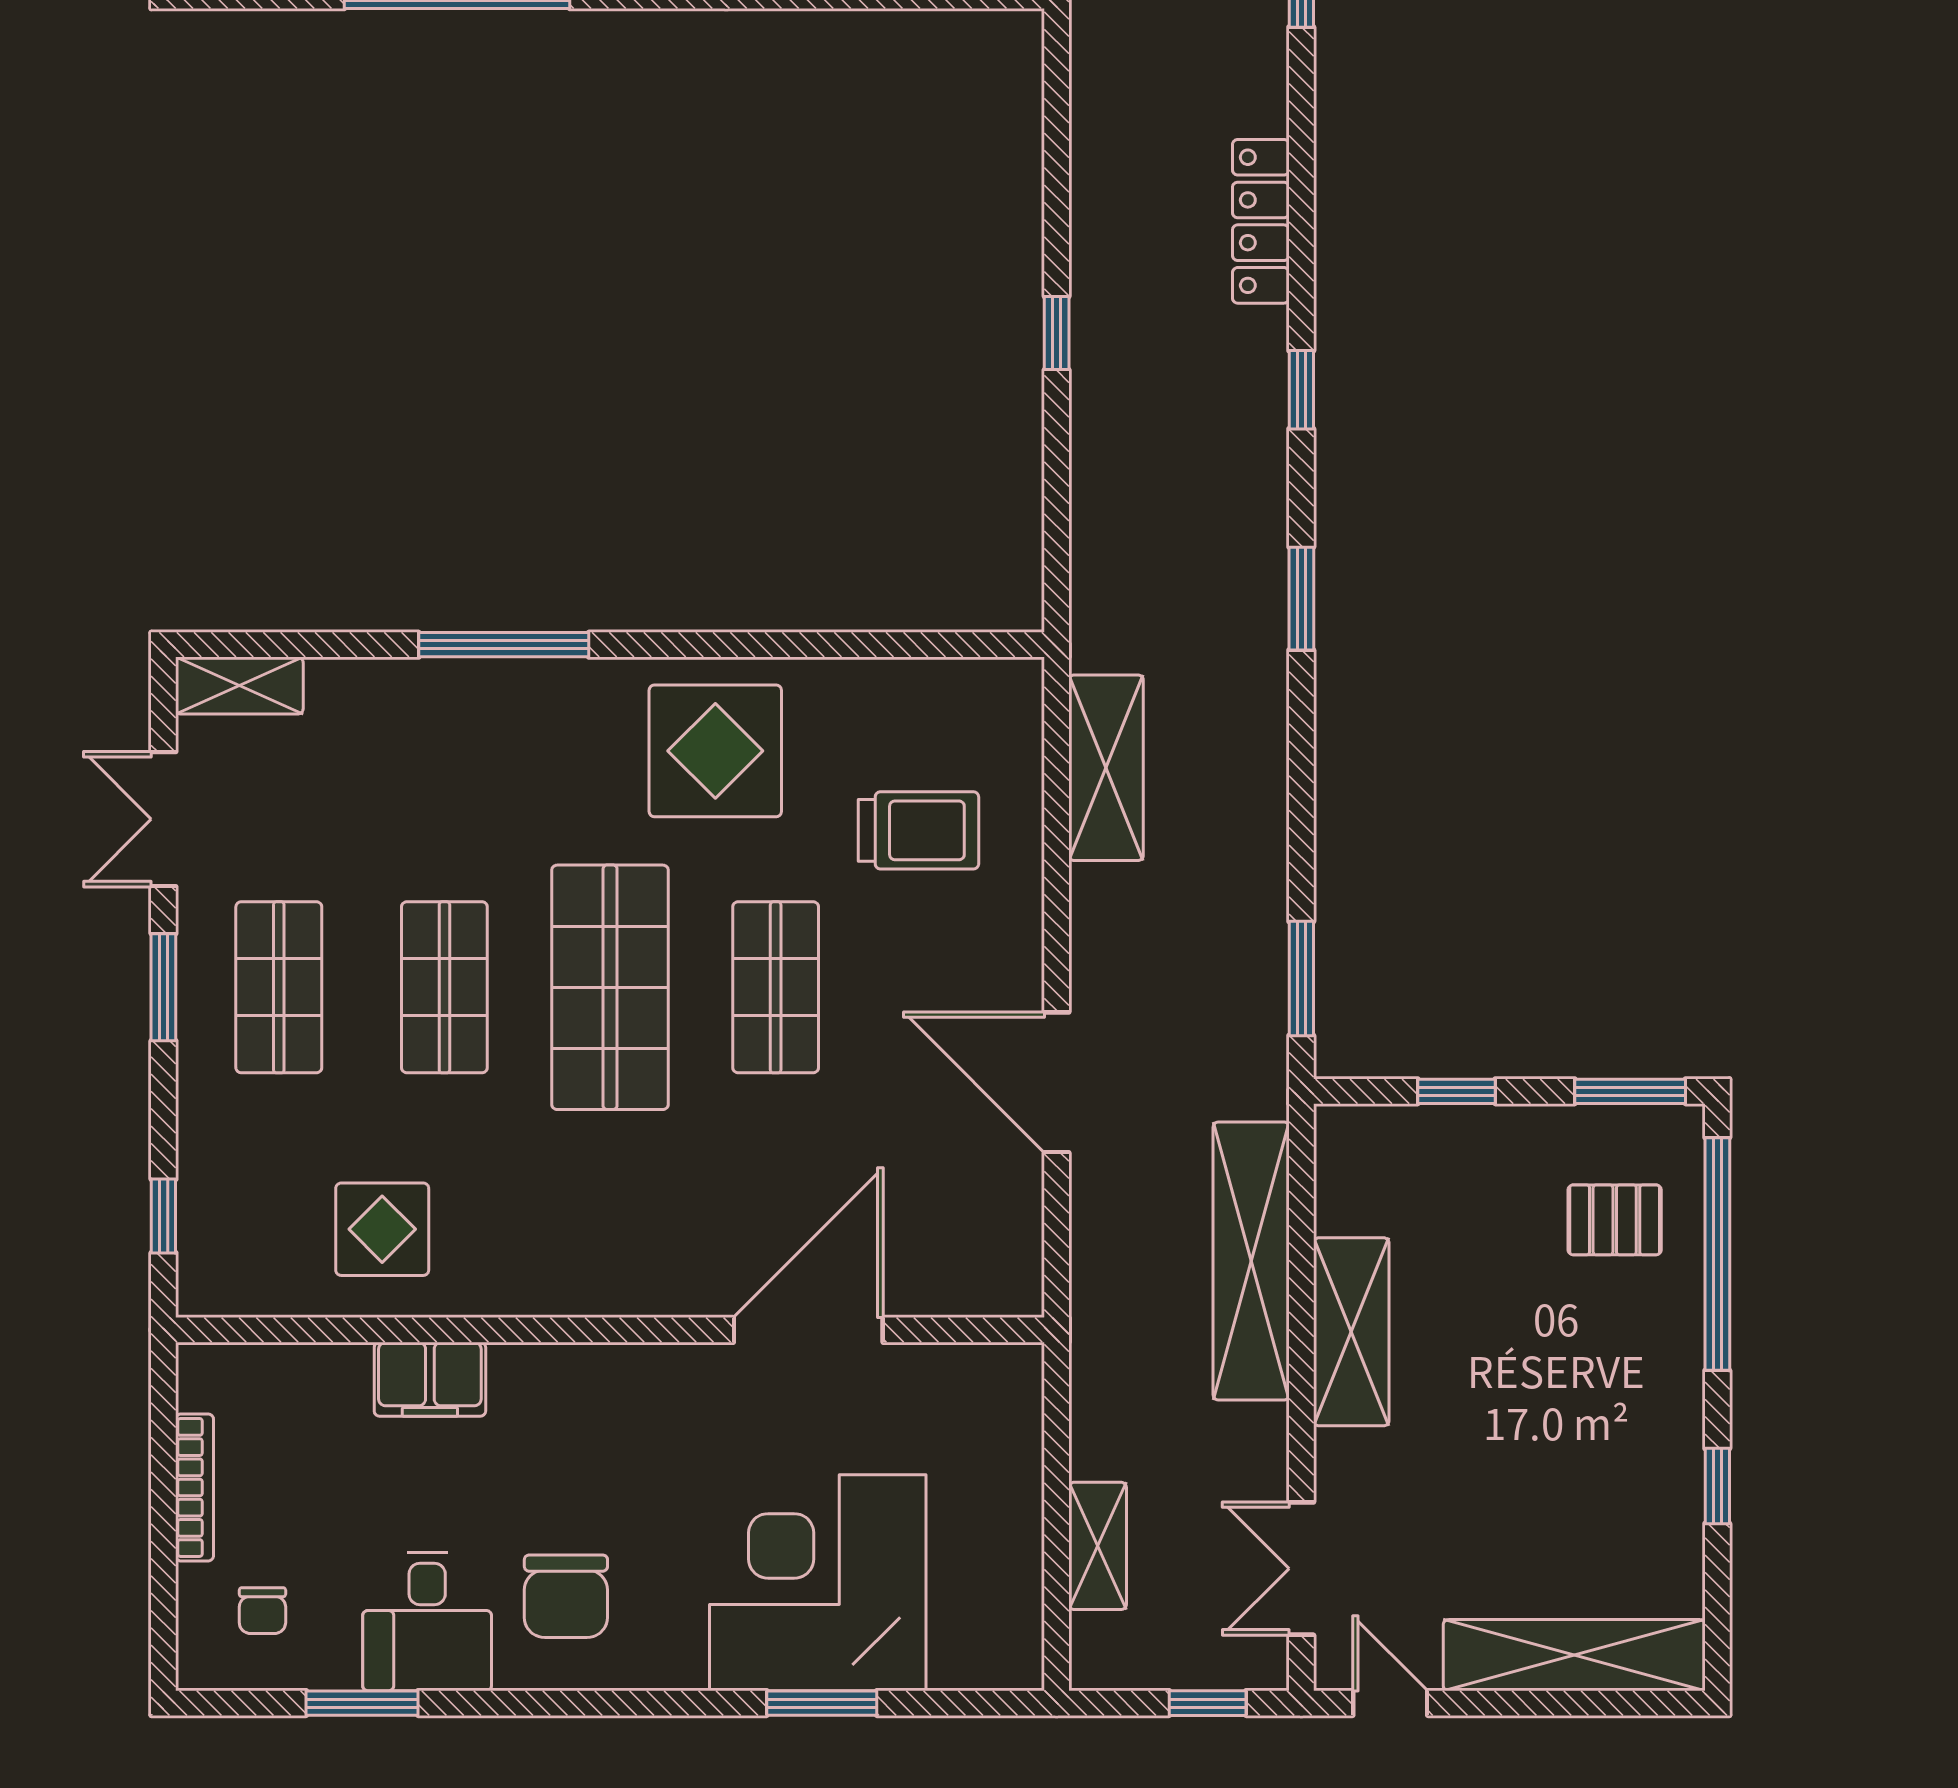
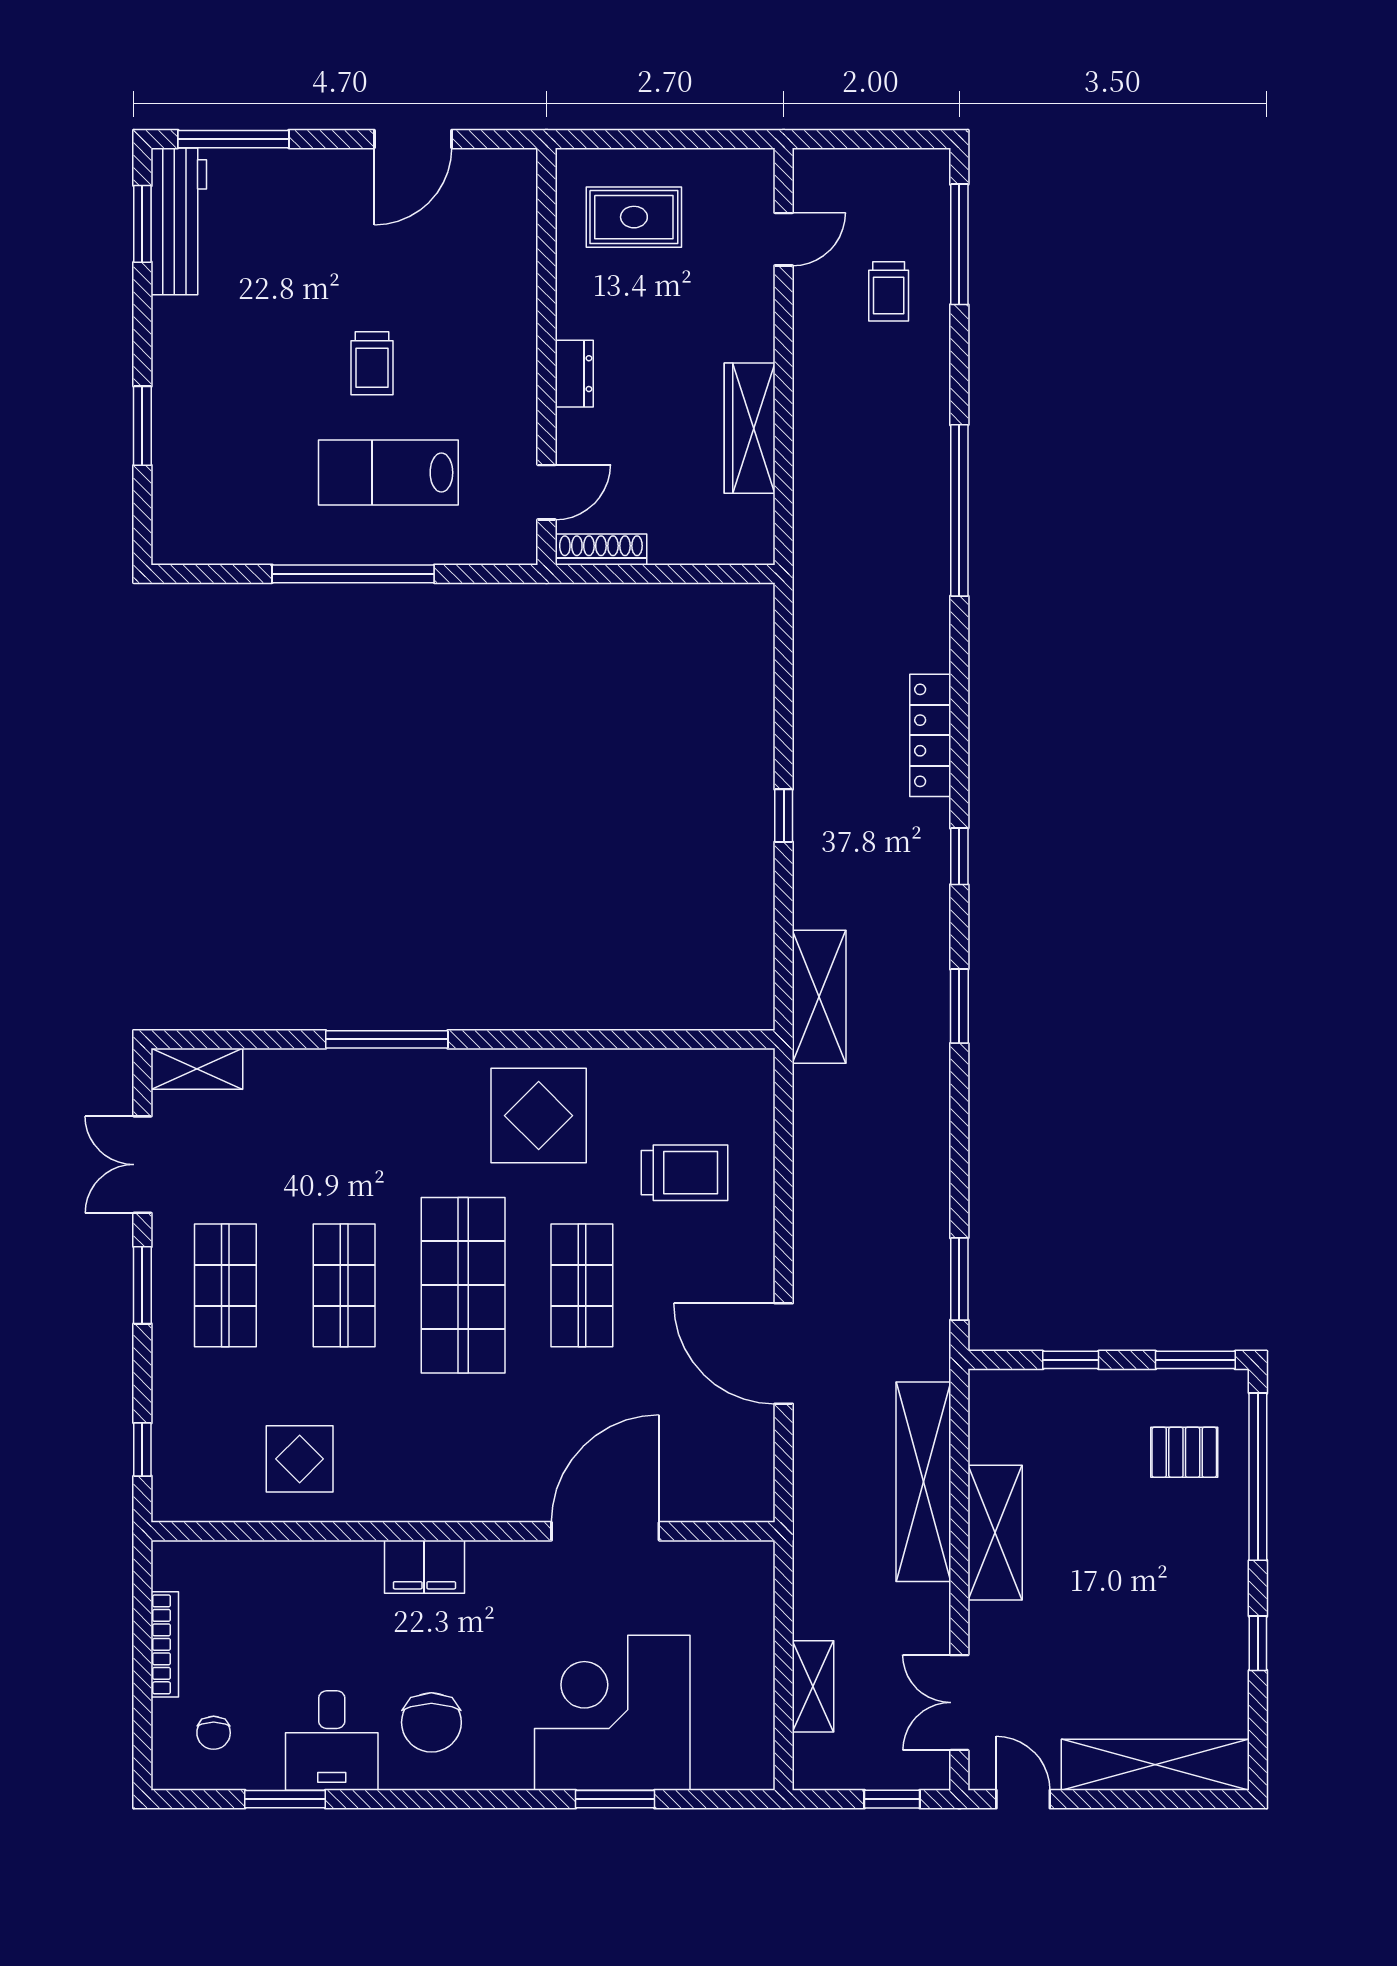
shelving: (1106, 768) -> (819, 997), moved
filing cabinet: (430, 1379) -> (424, 1567), moved

